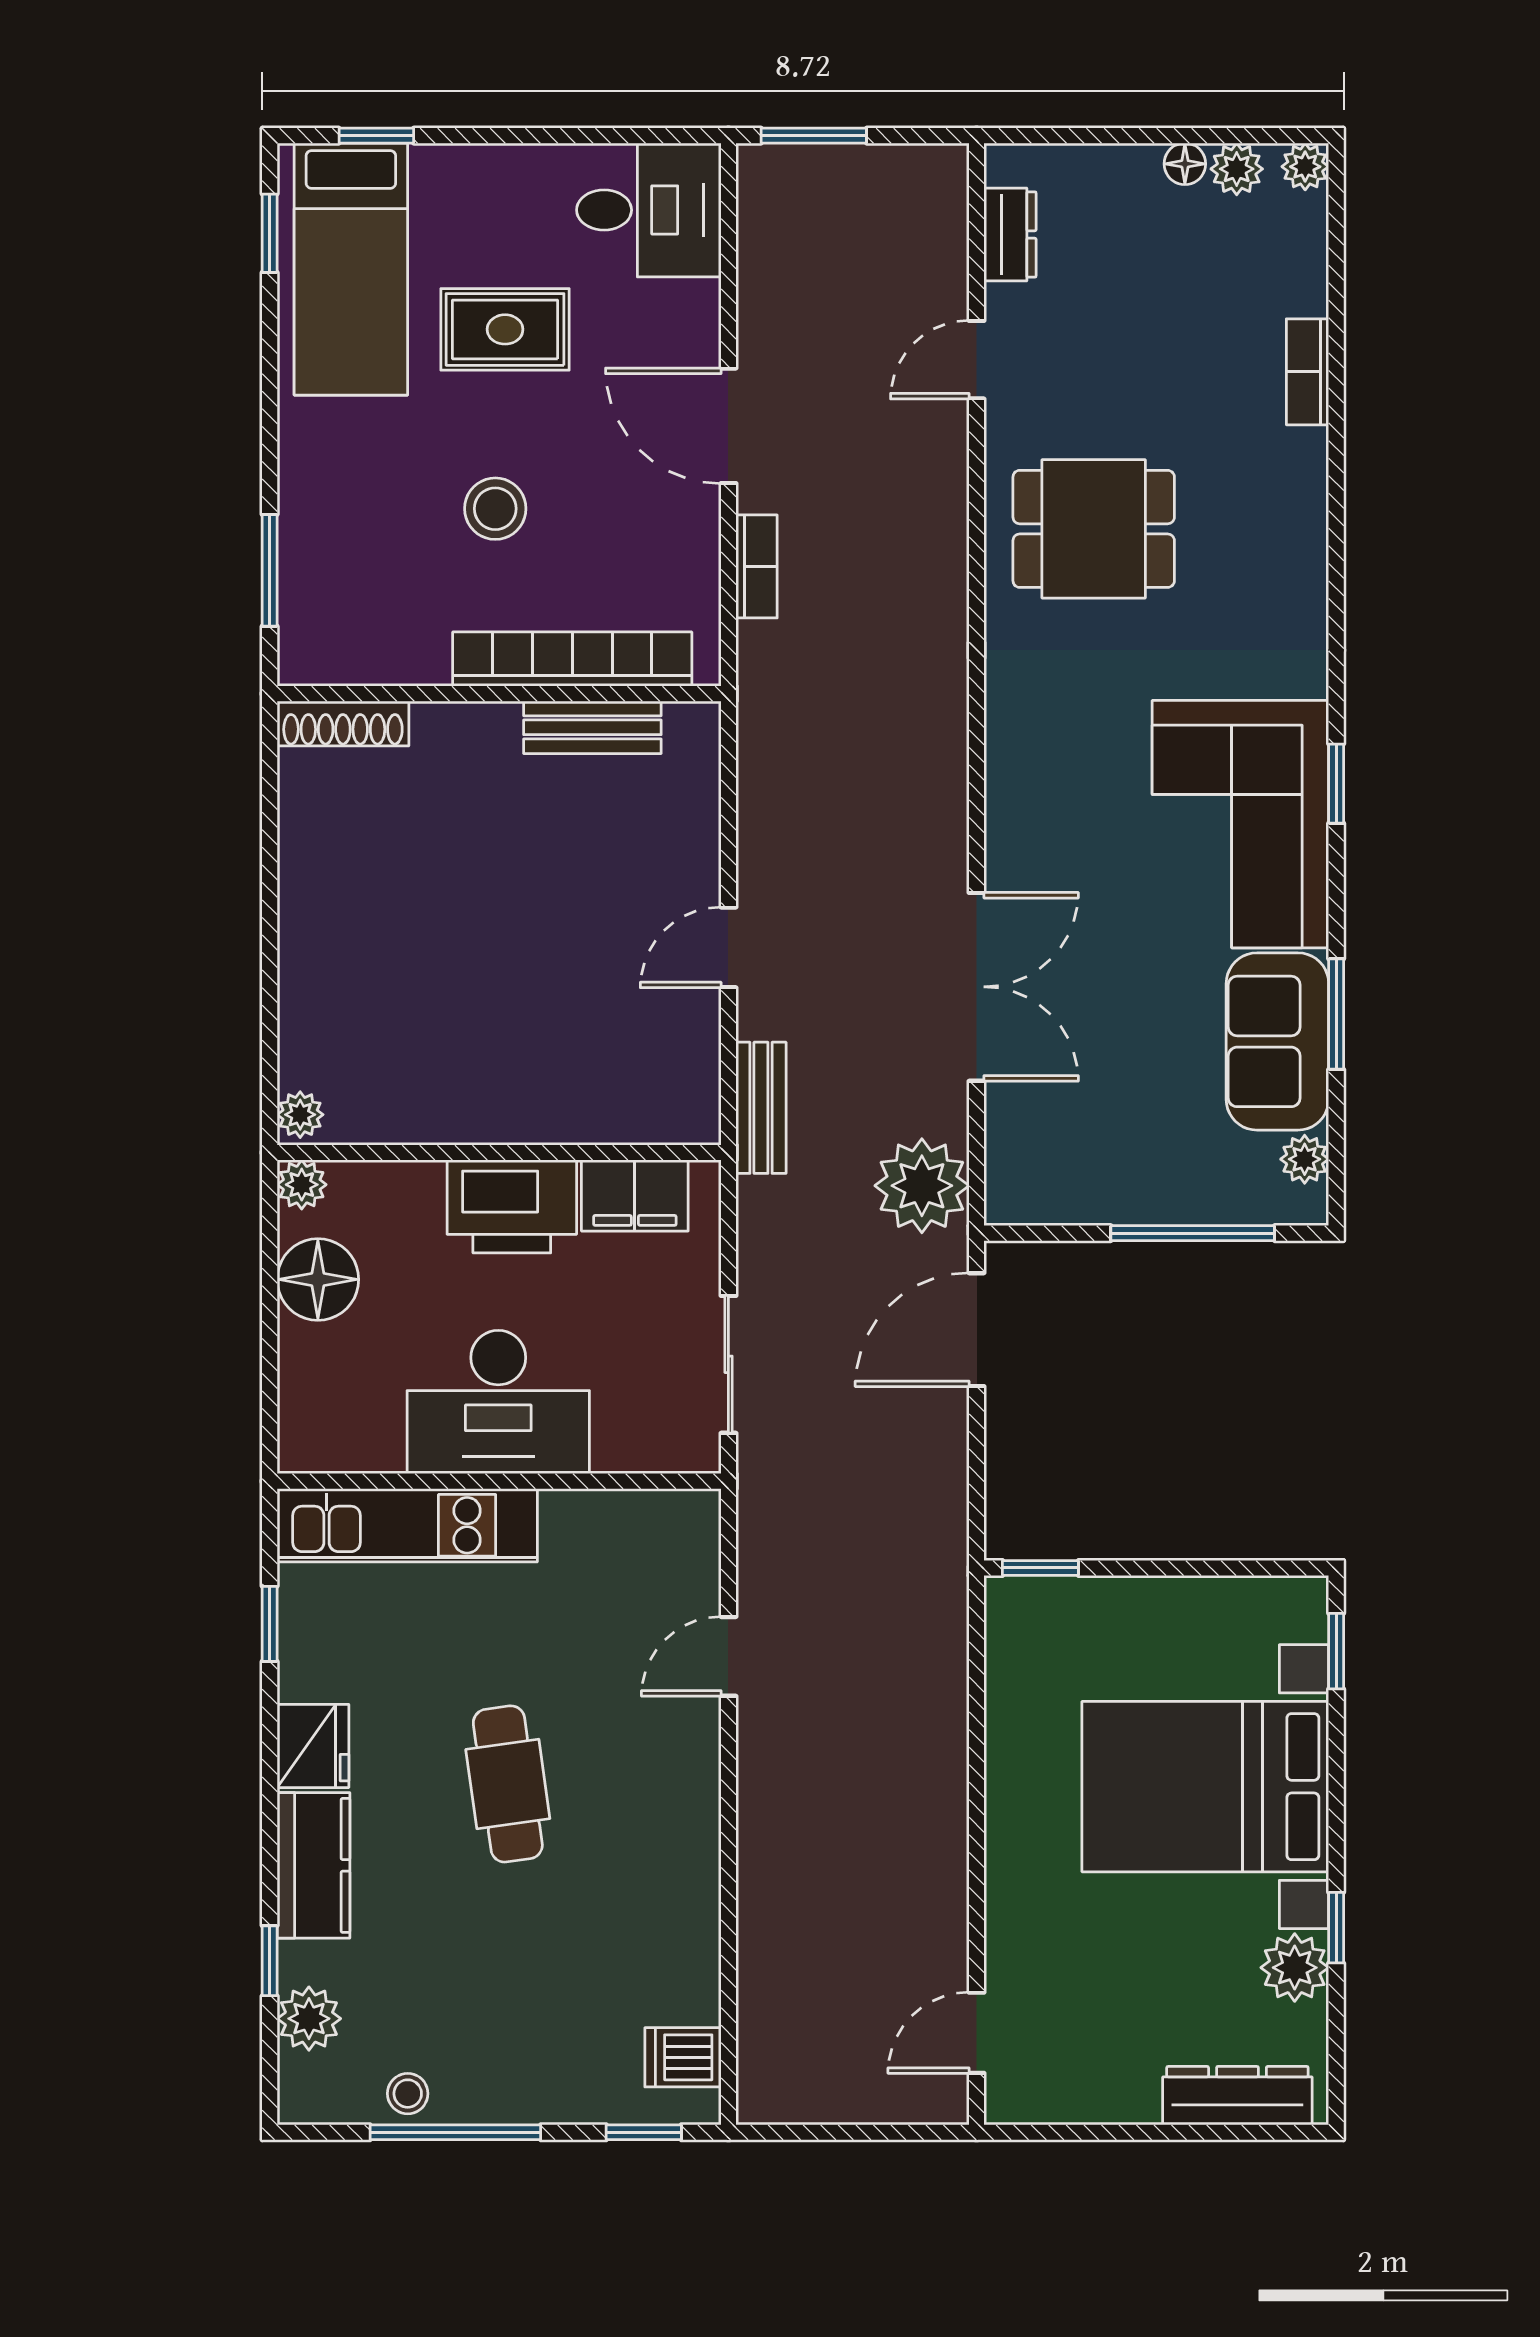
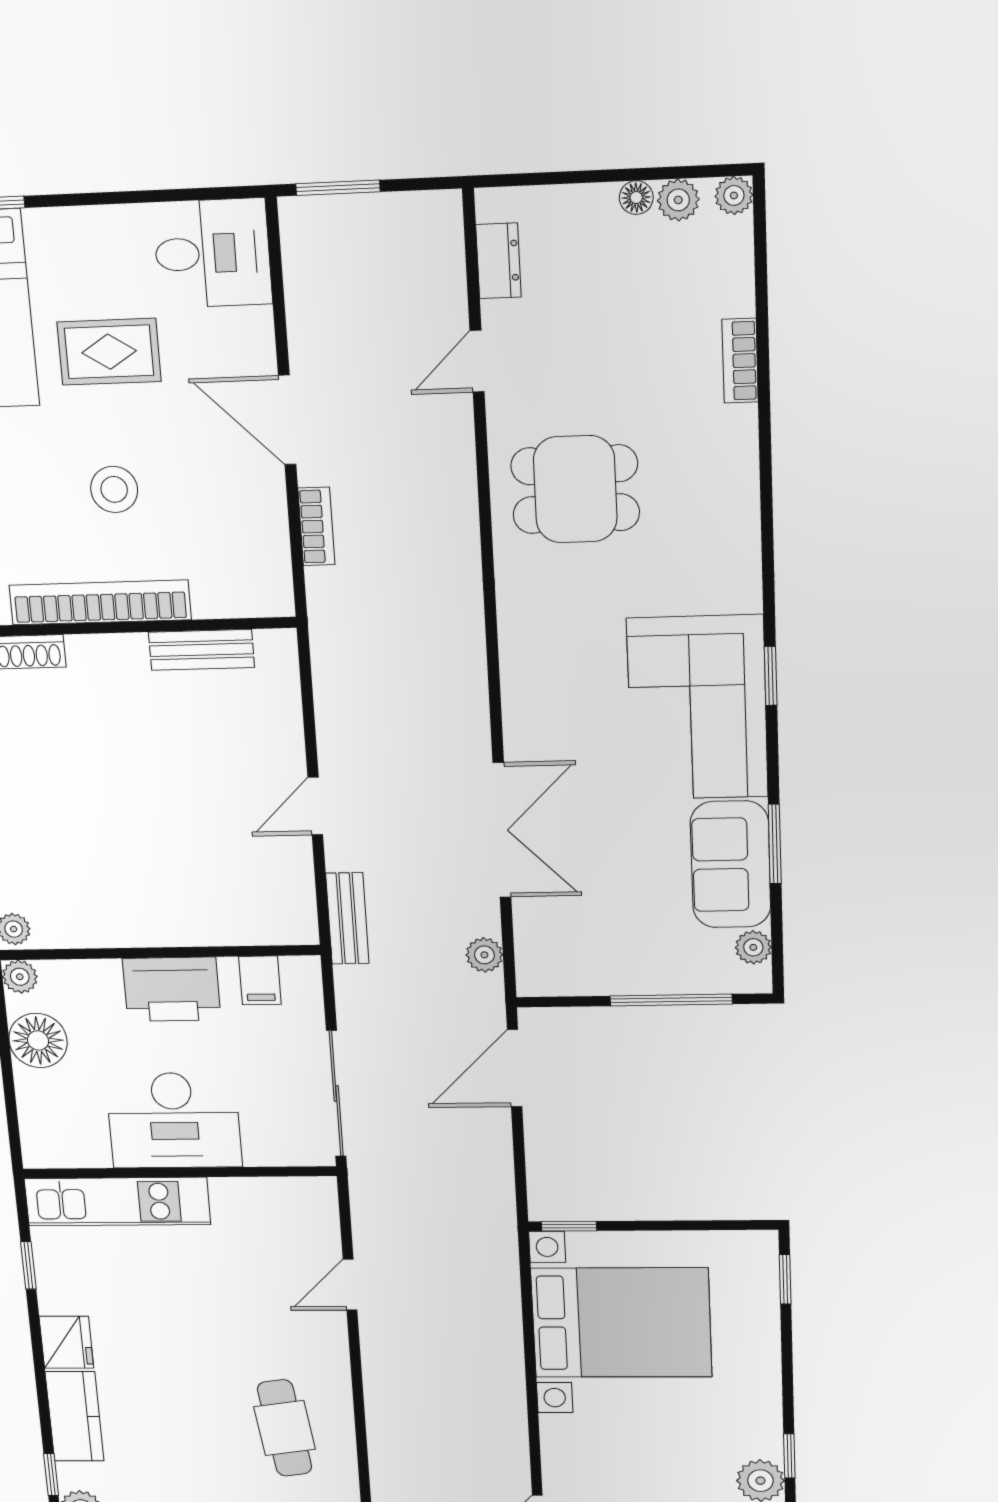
bookcase: (572, 659) -> (100, 602), moved
plant: (922, 1186) -> (484, 955), width x0.53, depth x0.53
filing cabinet: (635, 1196) -> (260, 980), width x0.50
sliding door: (728, 1364) -> (336, 1094), width x1.37
cafe table: (508, 1784) -> (285, 1428), moved
bed with nightstands: (1205, 1787) -> (621, 1323), moved, turned 180

